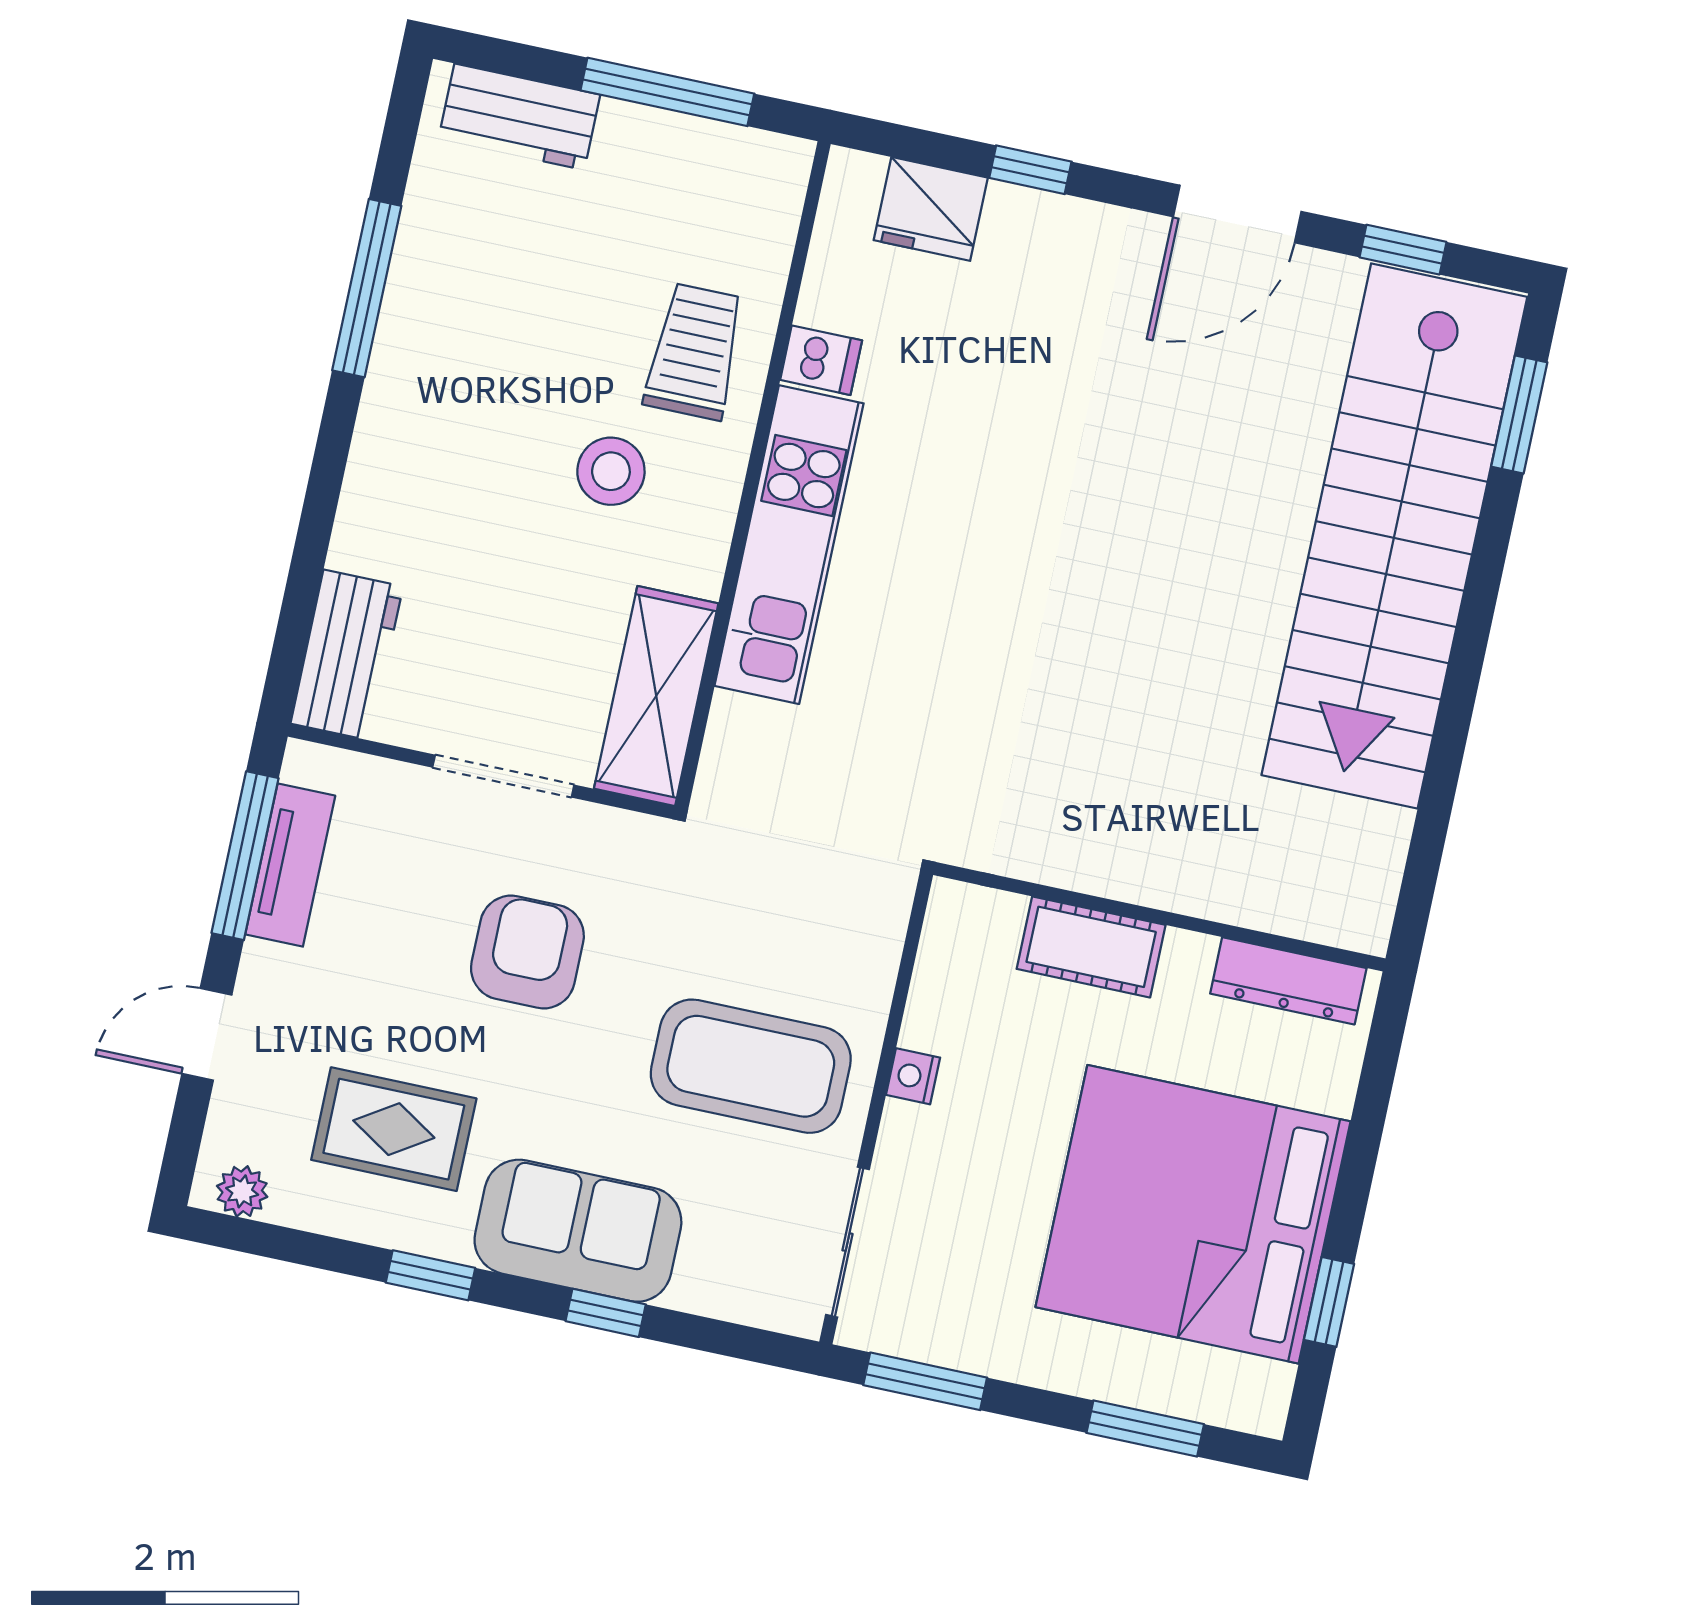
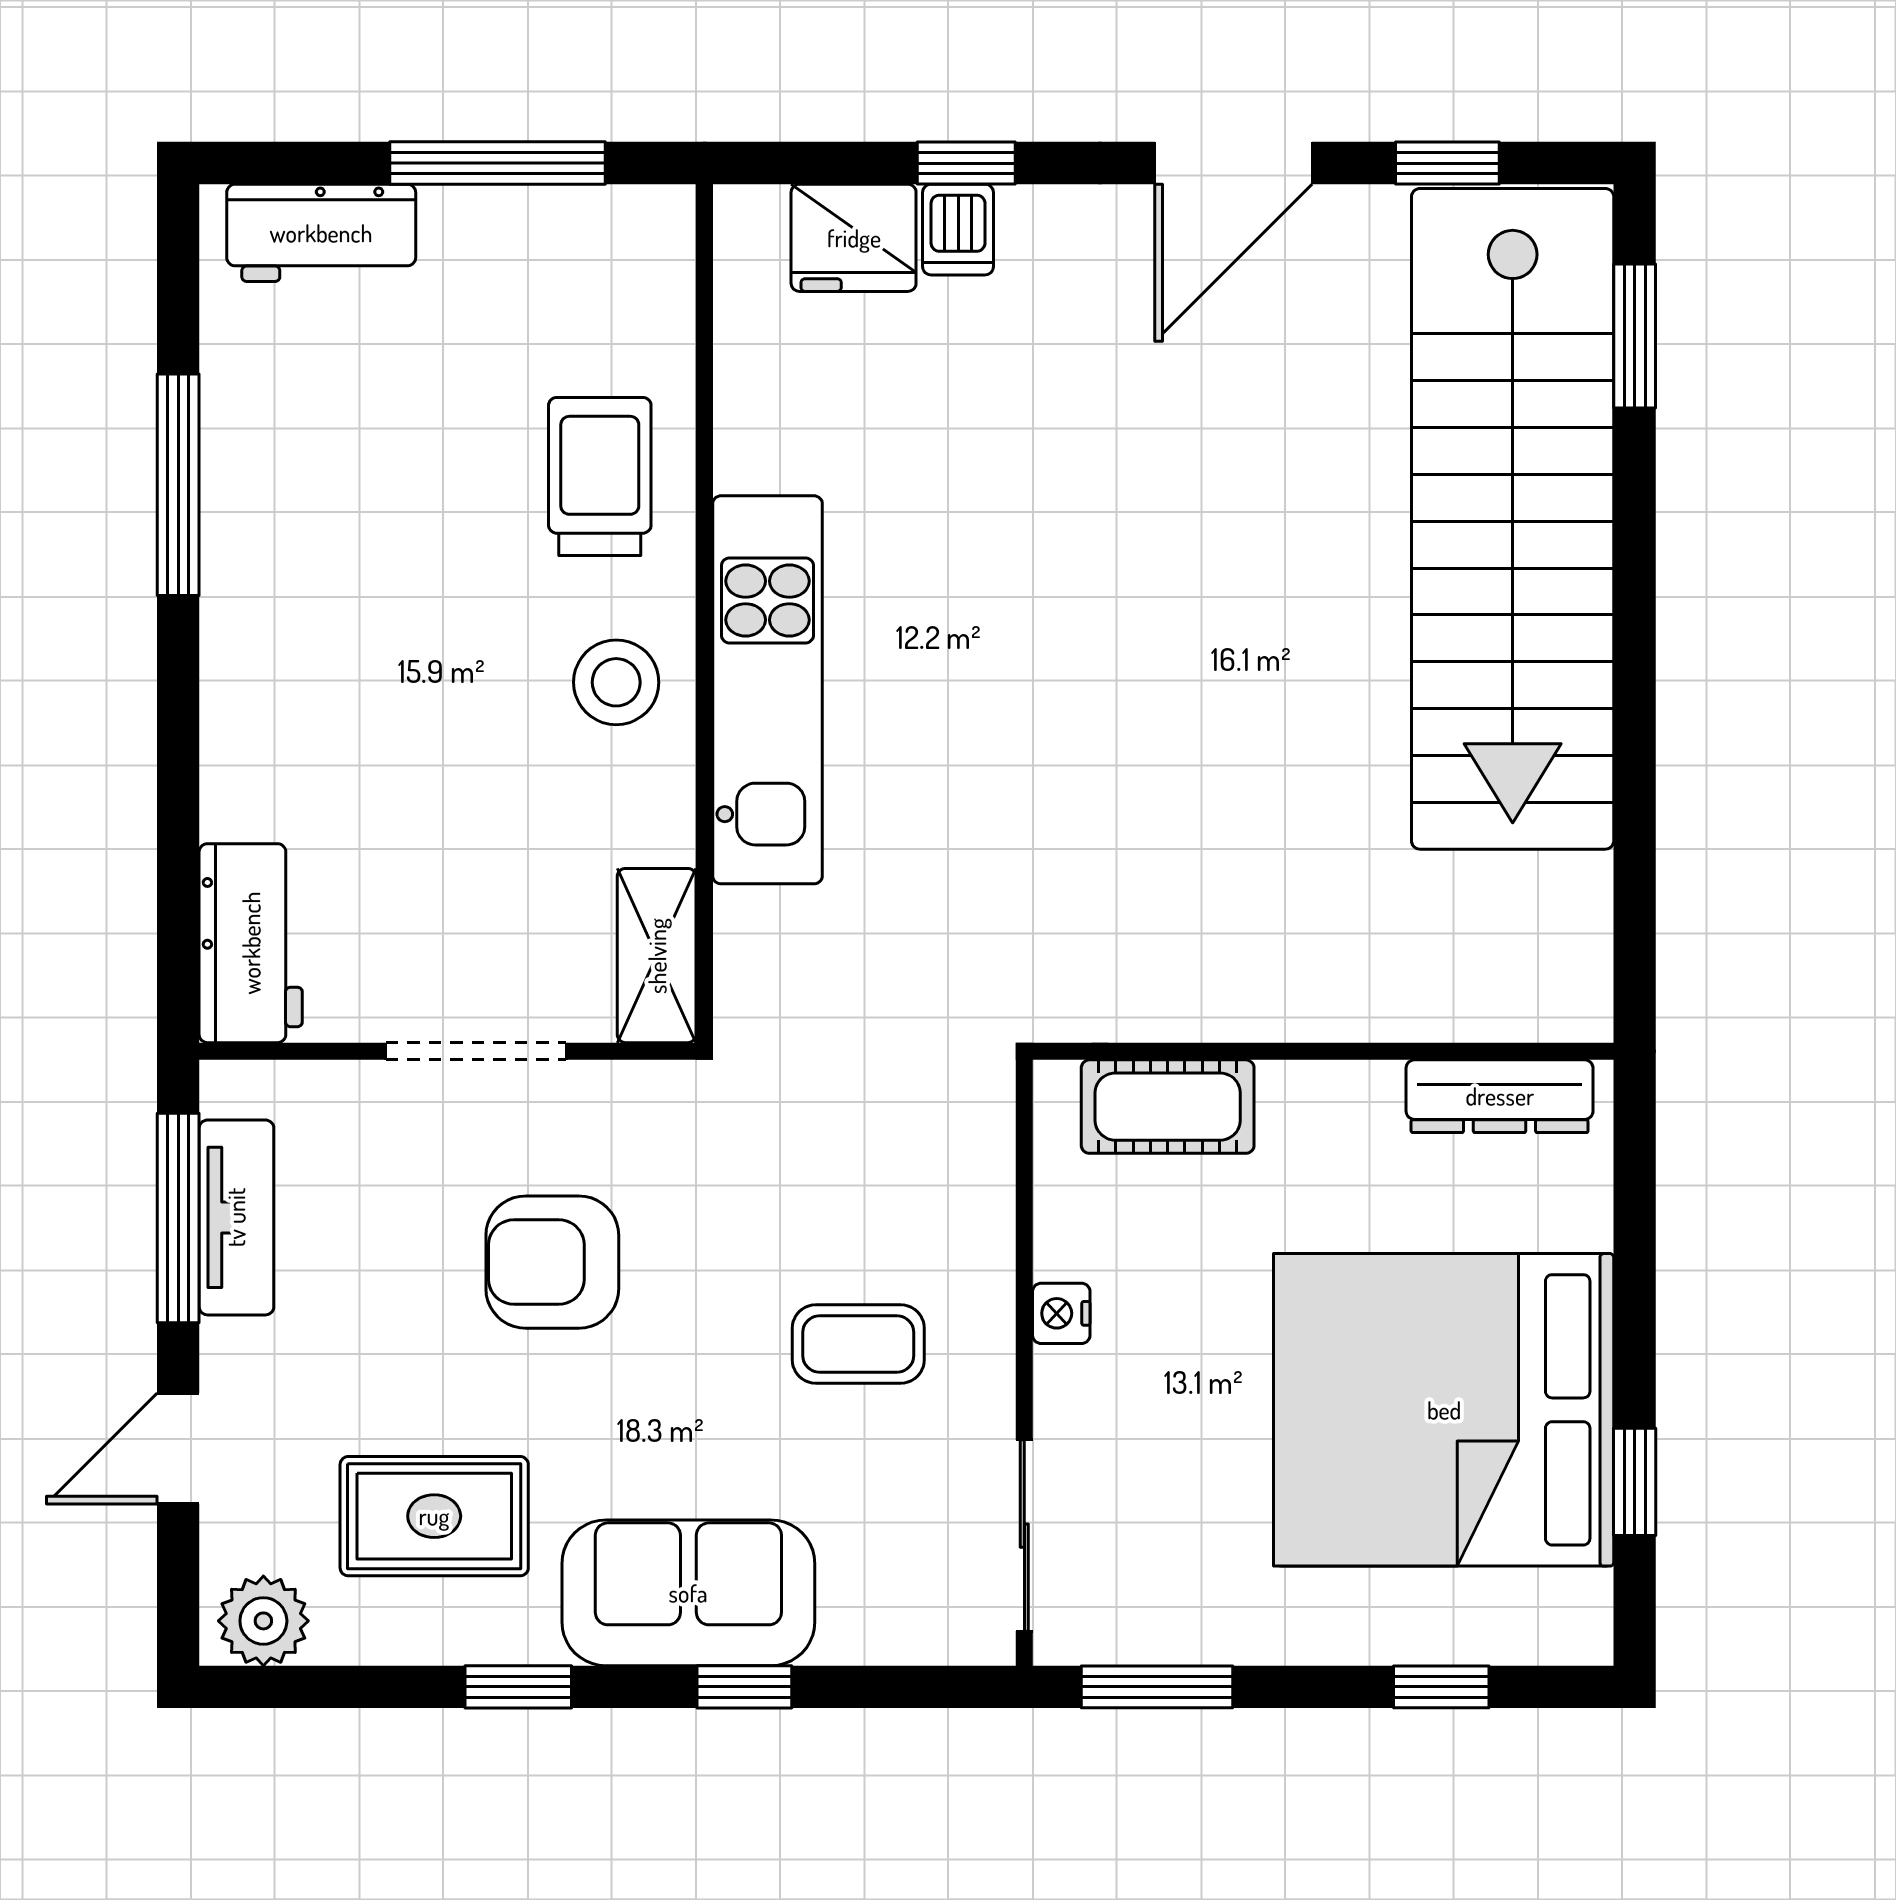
dishwasher: (821, 360) -> (958, 230), moved, turned 90
stool: (611, 471) -> (616, 682), moved
shelving: (656, 696) -> (657, 956), width x0.67, depth x0.75
cot: (1091, 947) -> (1168, 1107), moved
armchair: (527, 952) -> (552, 1262), turned -90
coffee table: (751, 1066) -> (858, 1344), width x0.54, depth x0.58
plant: (242, 1191) -> (263, 1621), width x1.38, depth x1.38
window: (1145, 1429) -> (1441, 1687), width x0.67

